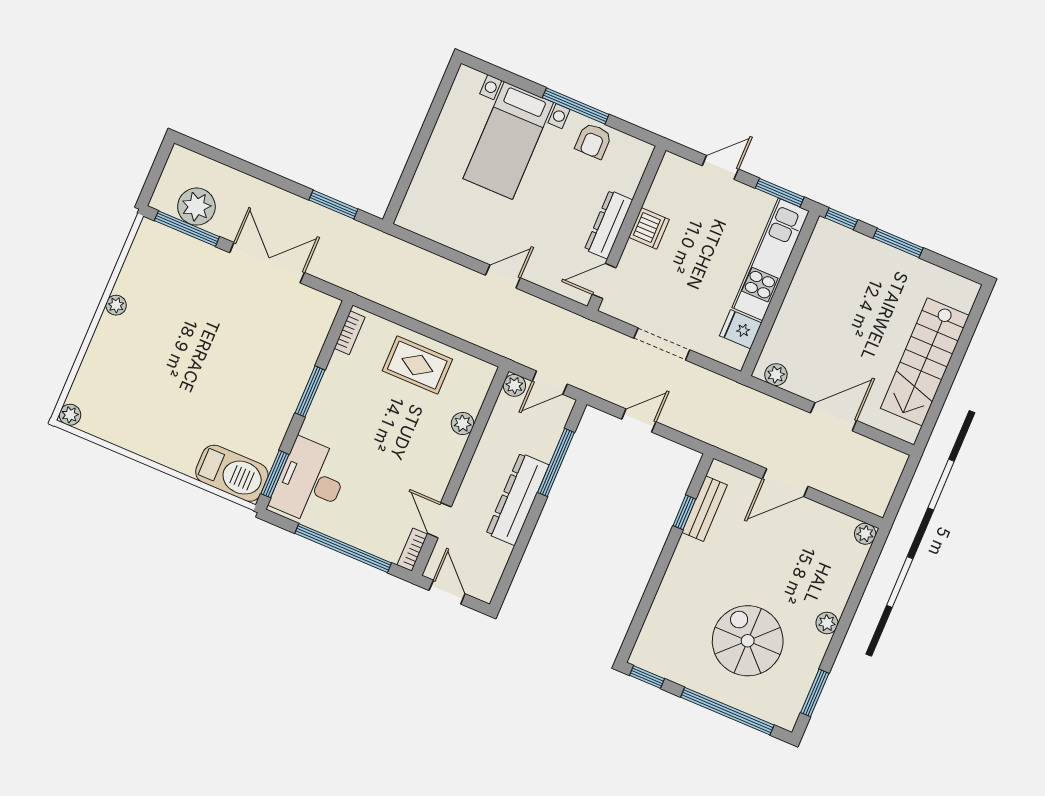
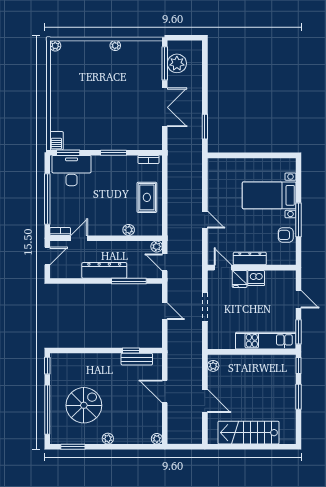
fridge: (741, 329) -> (240, 279), moved, turned 180
barbecue: (232, 473) -> (56, 141), width x0.53, depth x0.65

